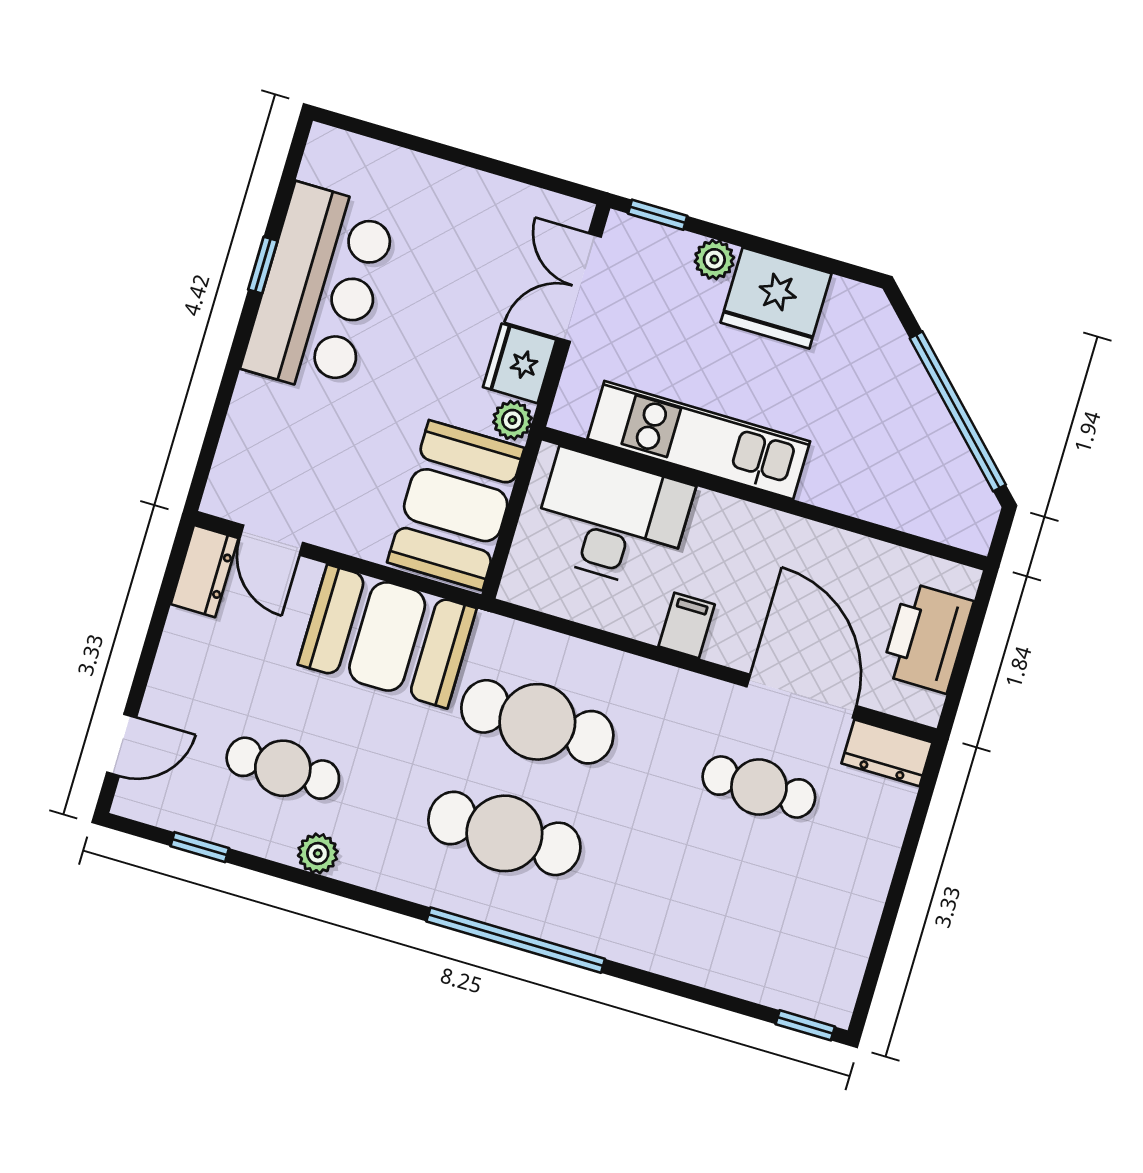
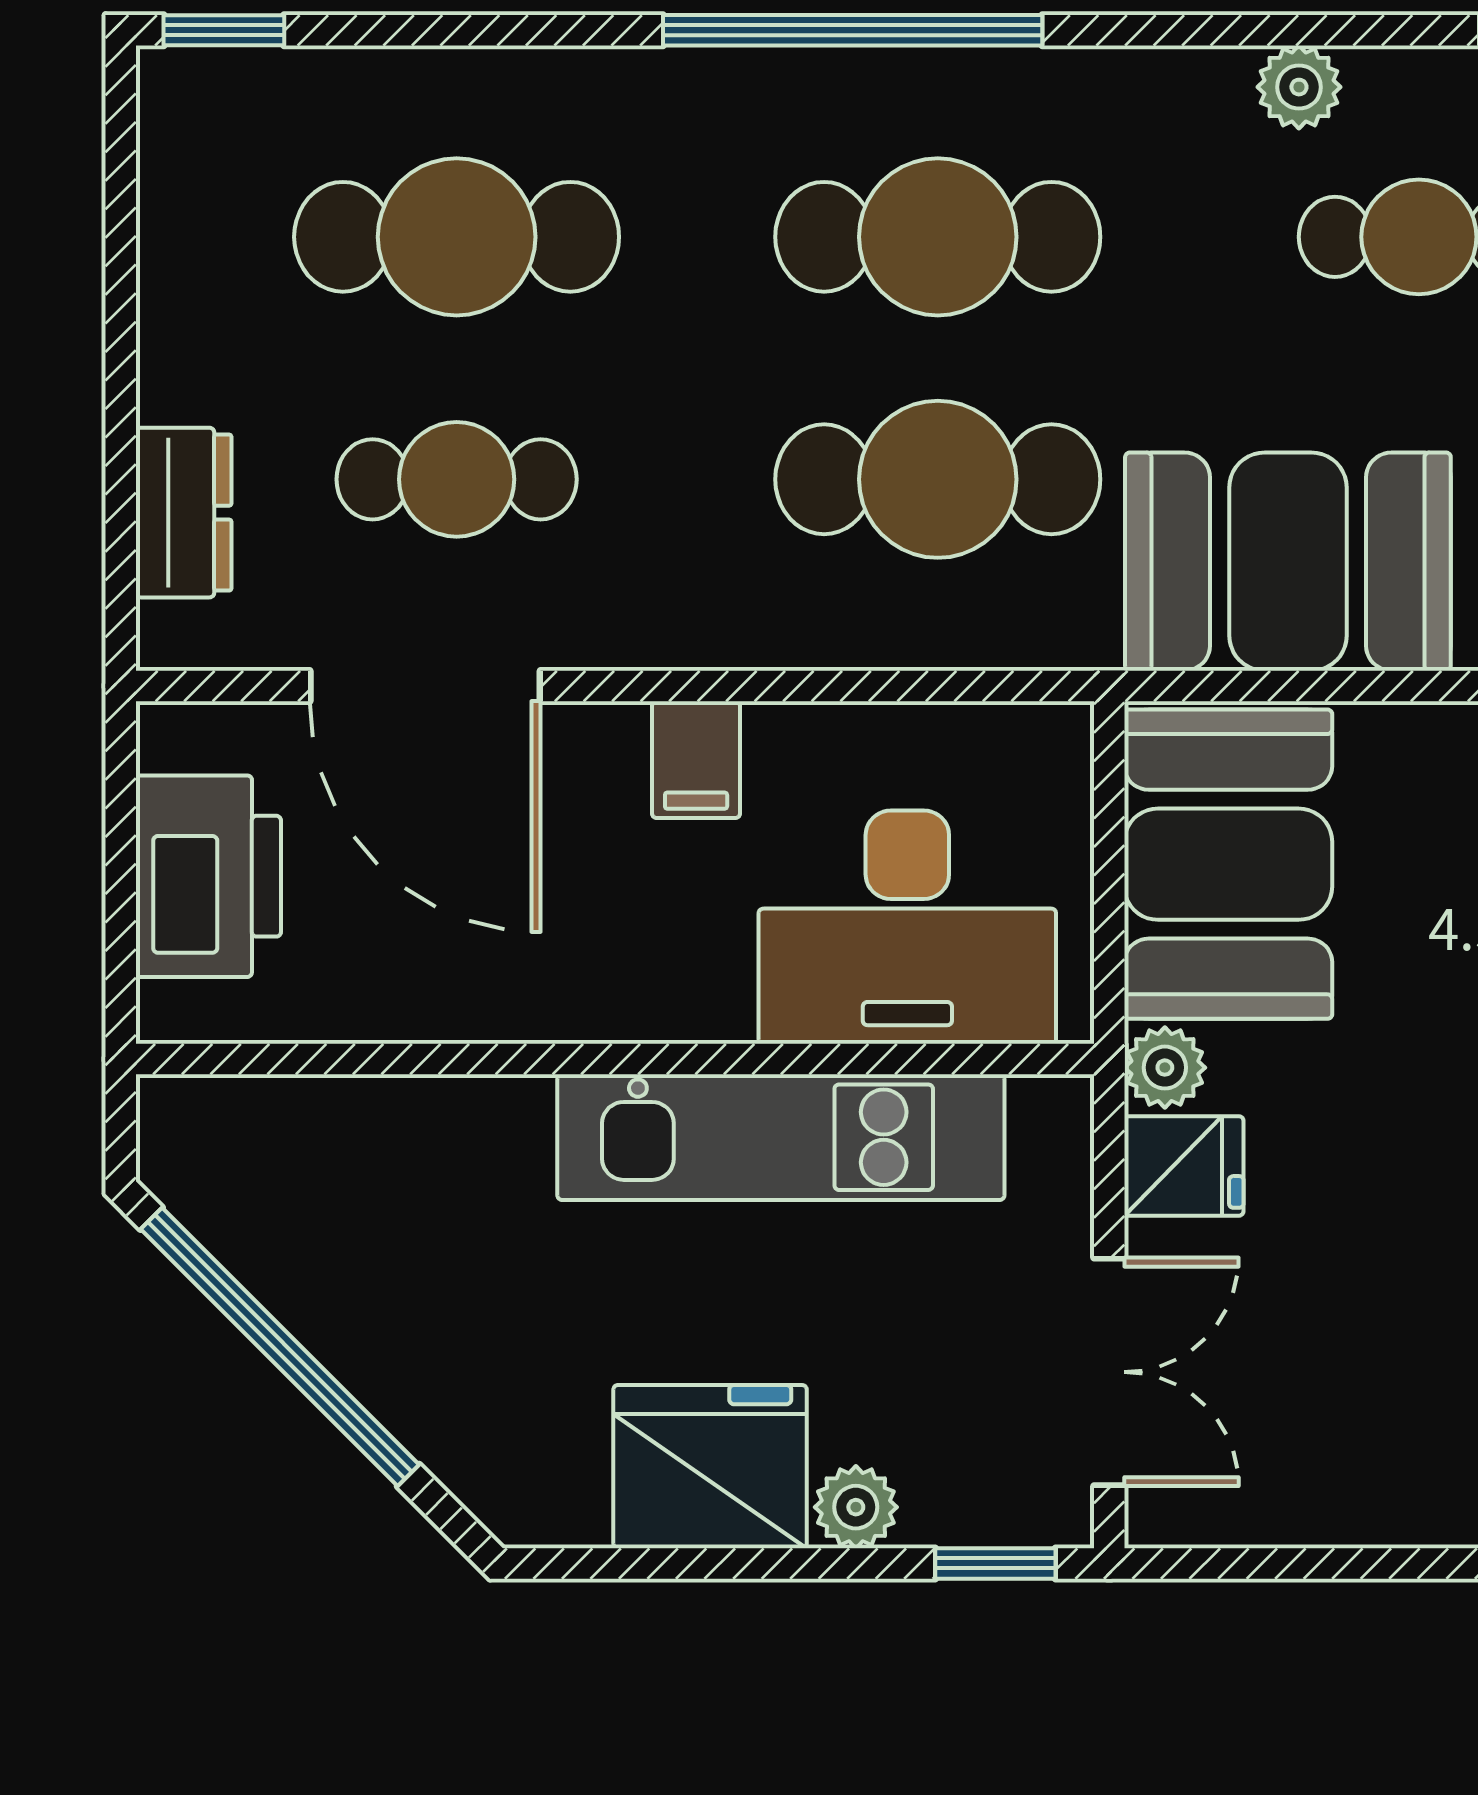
fridge: (520, 363) -> (1184, 1166), width x0.72
dresser: (887, 753) -> (184, 513), moved, turned 90
cafe table: (726, 899) -> (457, 237), added

